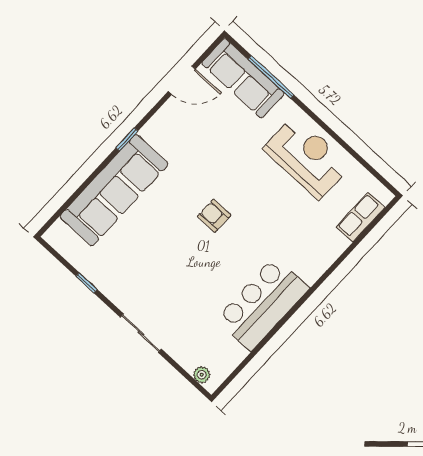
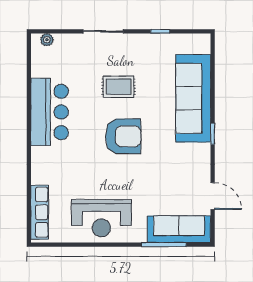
door: (182, 80) -> (213, 196), swing flipped
armchair: (214, 216) -> (123, 136), width x1.88, depth x1.88
row of seats: (360, 217) -> (40, 212), width x1.48
rug: (175, 267) -> (119, 87), added

